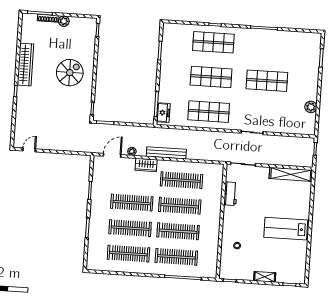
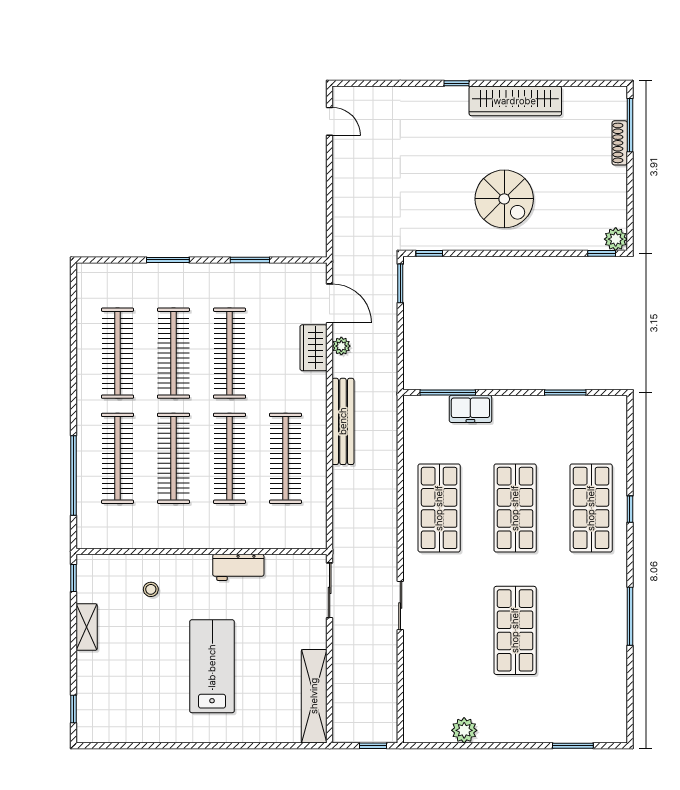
plant: (64, 21) -> (616, 239), moved
freezer: (163, 113) -> (470, 409), moved
wardrobe: (146, 165) -> (314, 348), moved
workbench: (230, 194) -> (238, 567), moved
lab bench: (286, 229) -> (212, 666), moved
shelving: (265, 277) -> (87, 627), moved

